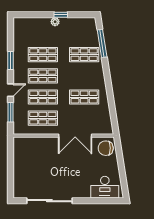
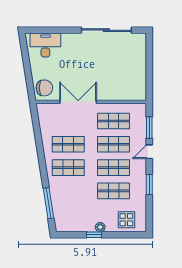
display table: (31, 28) -> (126, 220), added
shop shelf: (84, 55) -> (68, 168), moved

